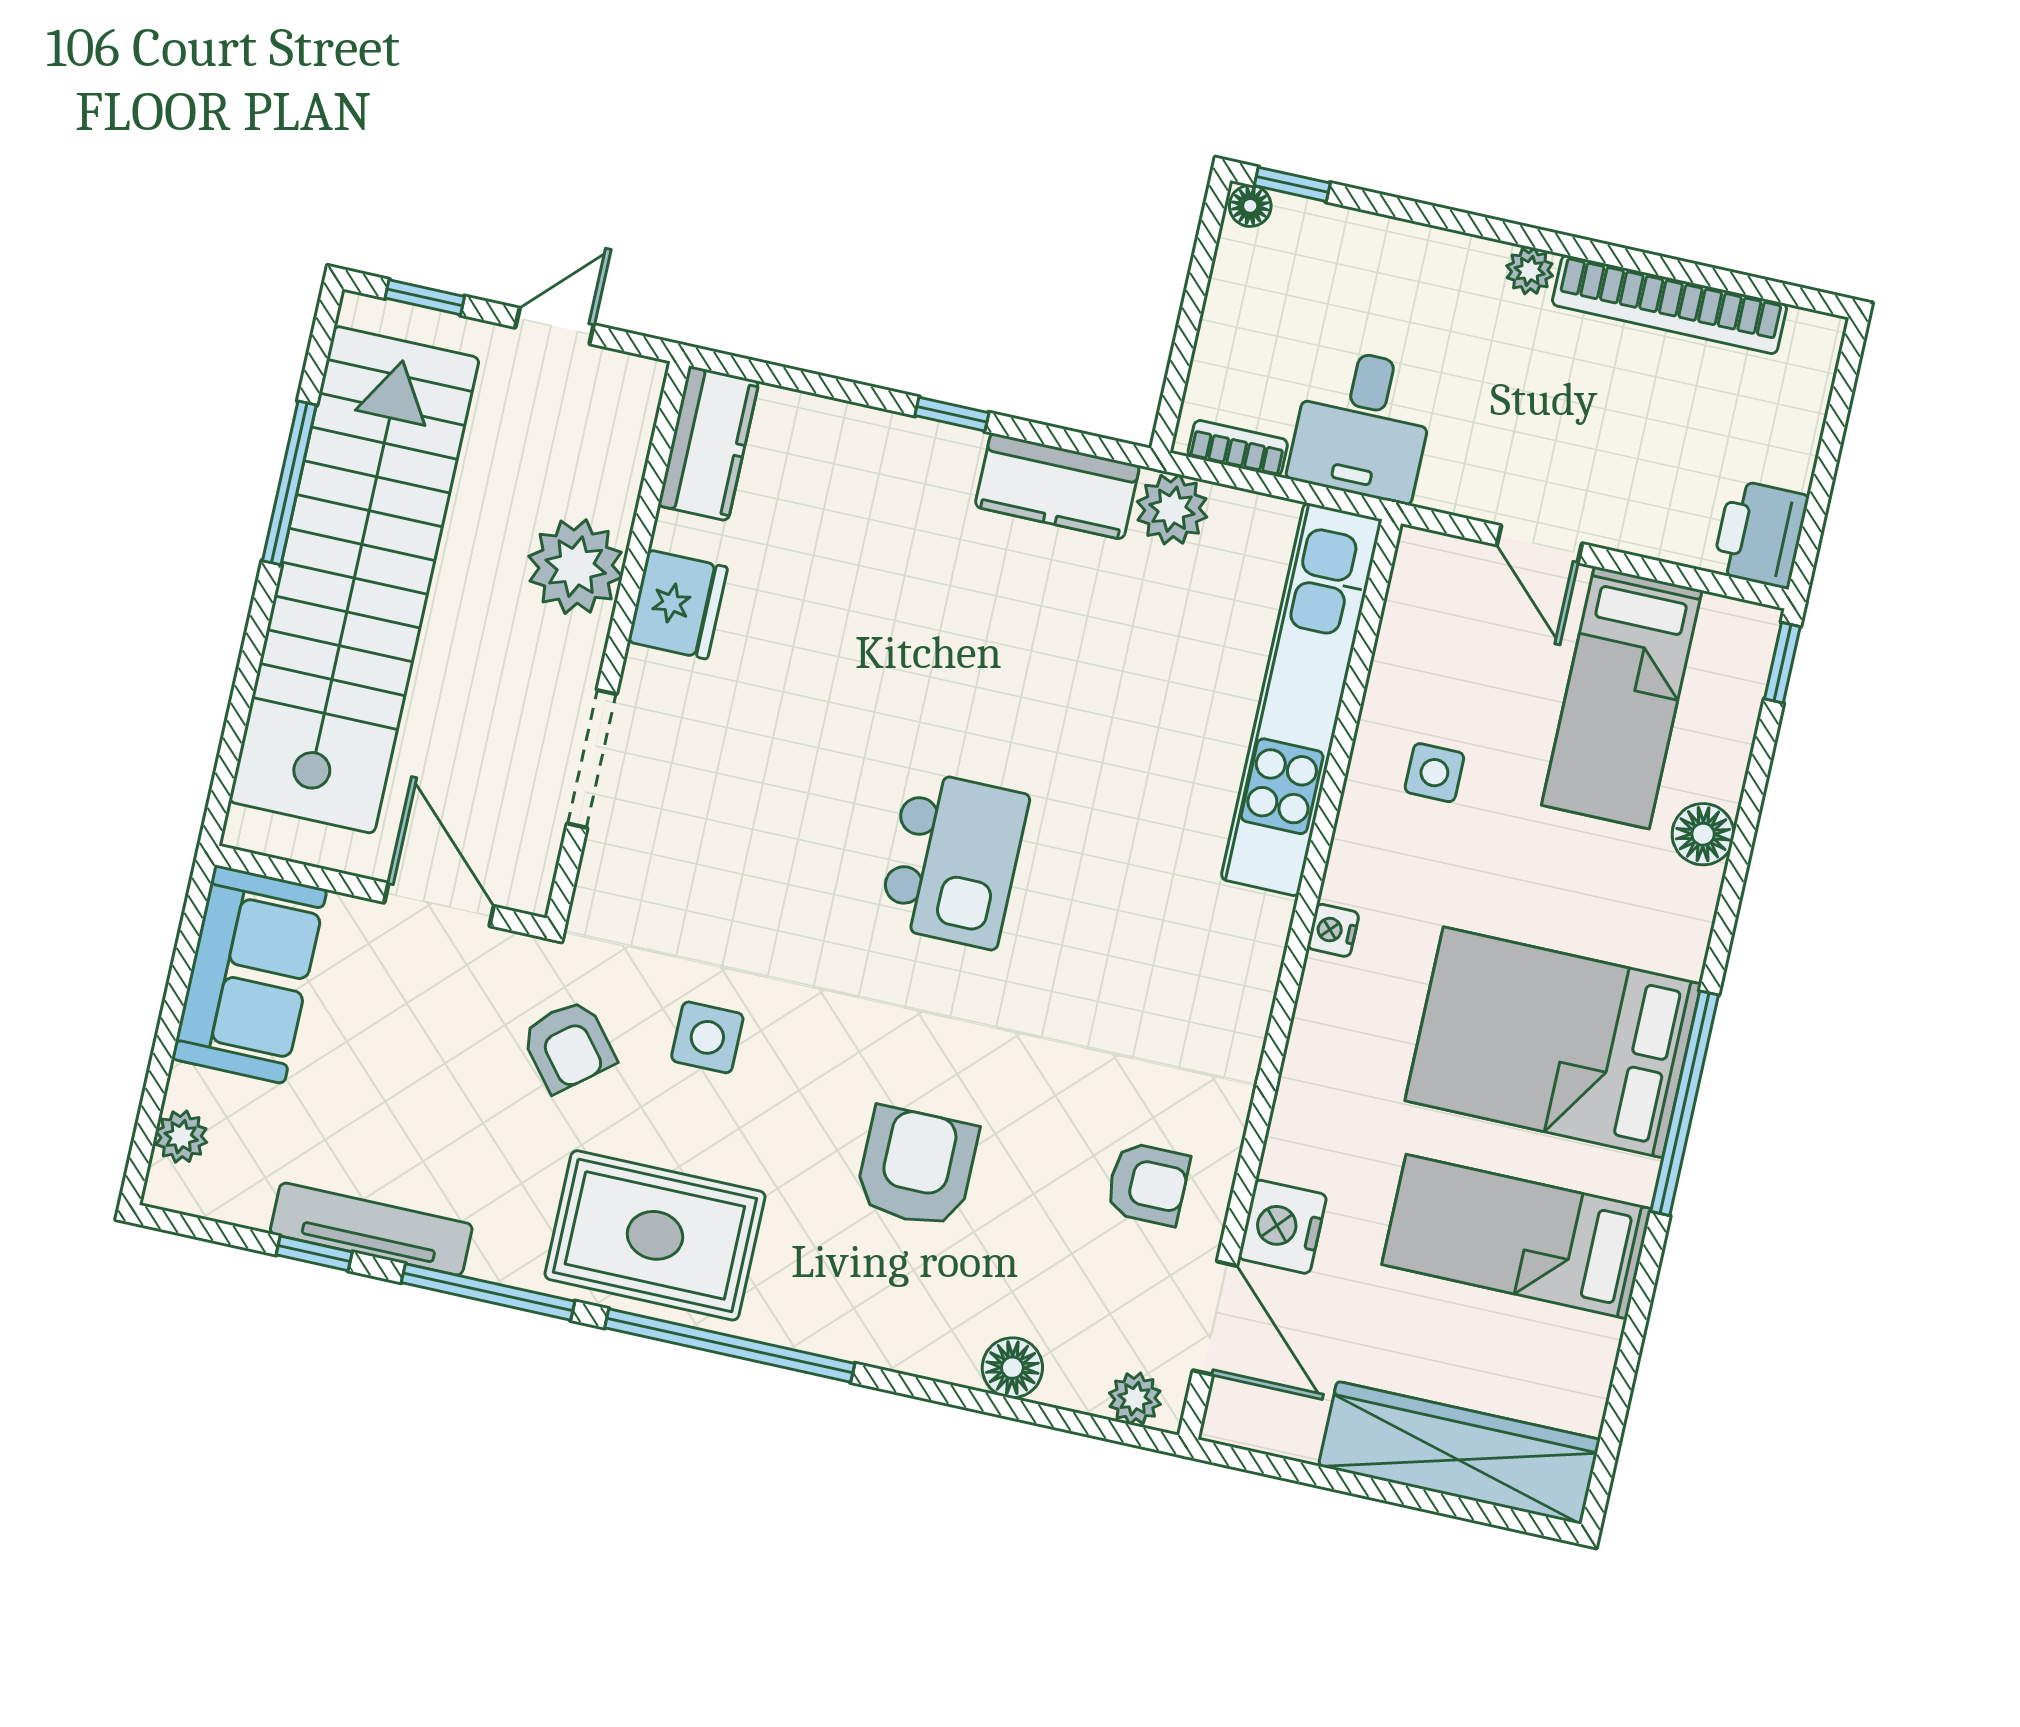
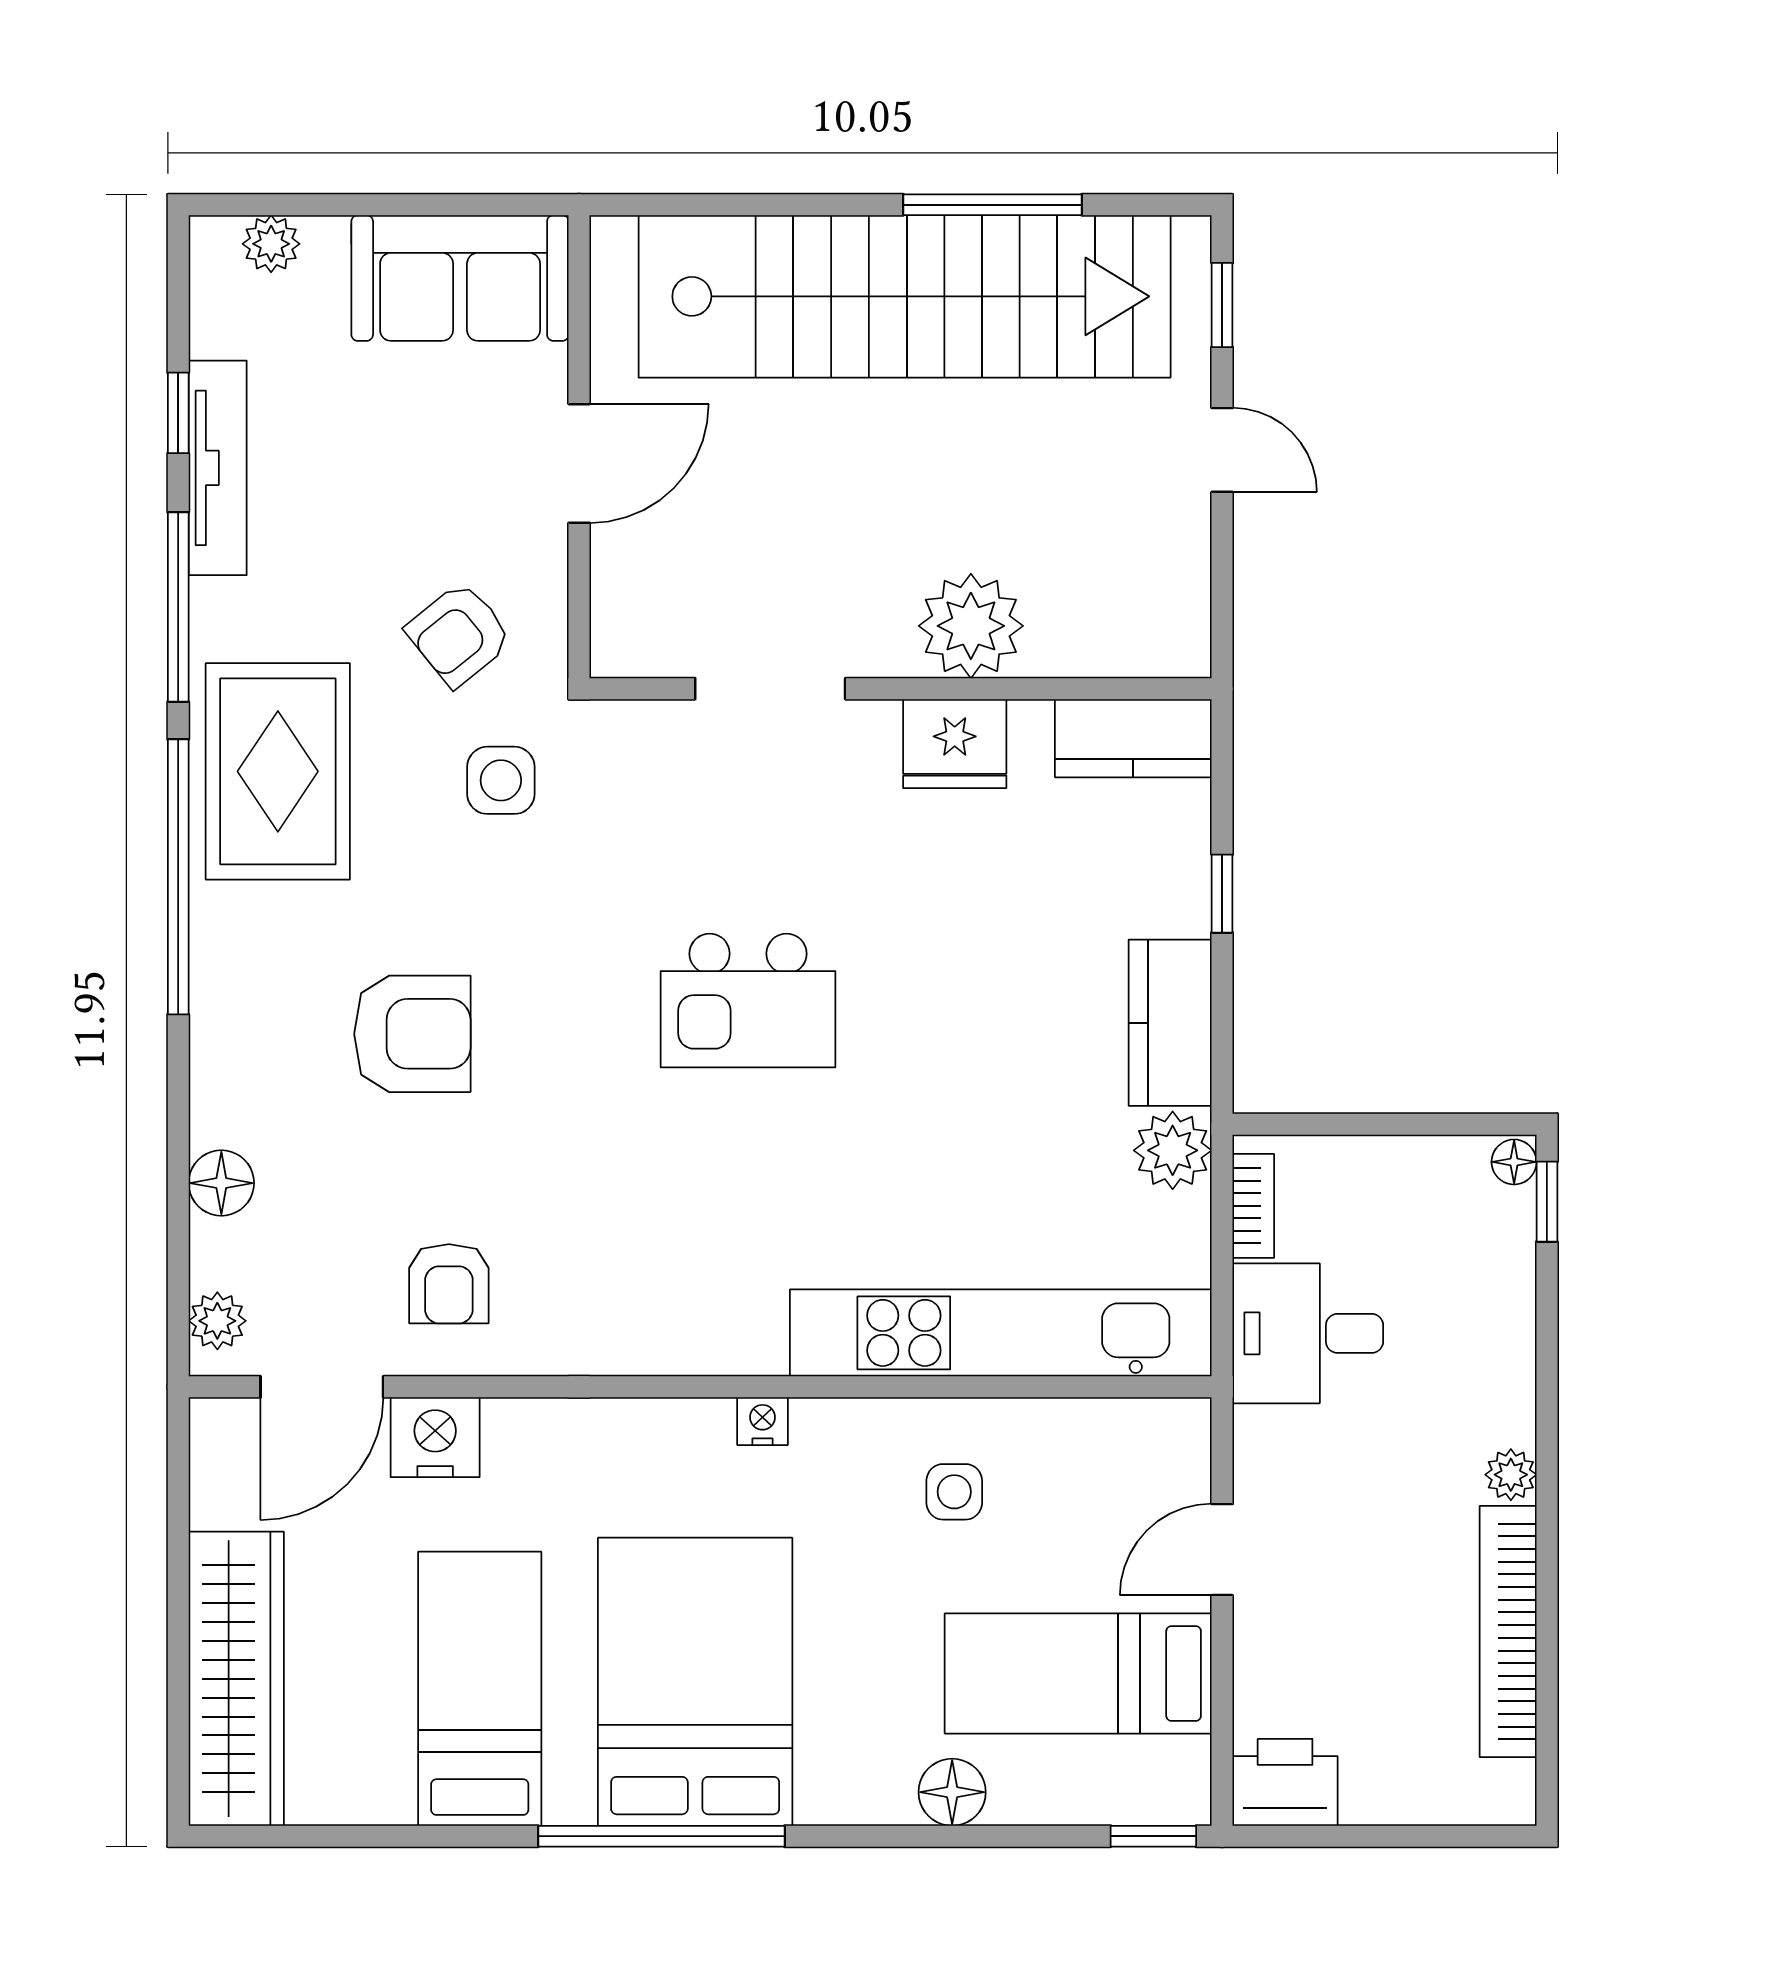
kitchen counter: (708, 443) -> (1133, 738), moved
plant: (576, 567) -> (971, 626), moved
fridge: (678, 604) -> (955, 744), moved
wall: (618, 642) -> (901, 689), moved
doorway: (592, 759) -> (770, 689), moved

